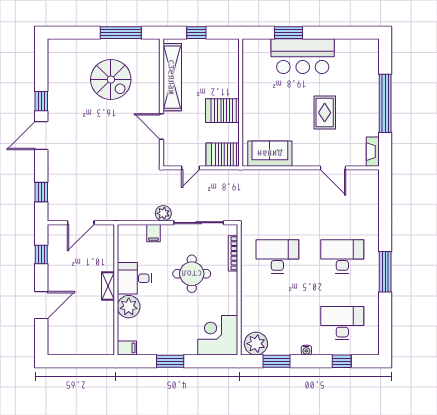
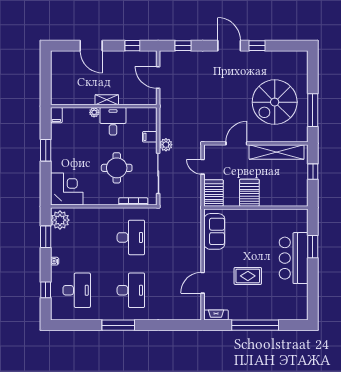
spiral stairs: (111, 79) -> (275, 102), width x1.37, depth x1.37
plant: (129, 307) -> (94, 112), width x0.53, depth x0.53

